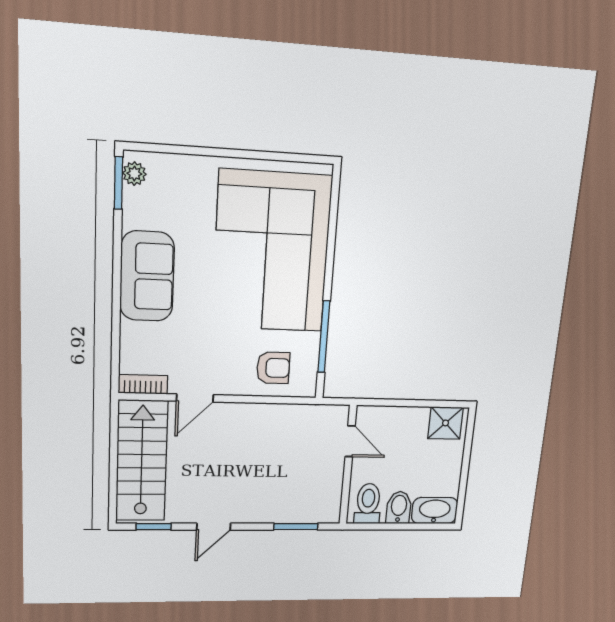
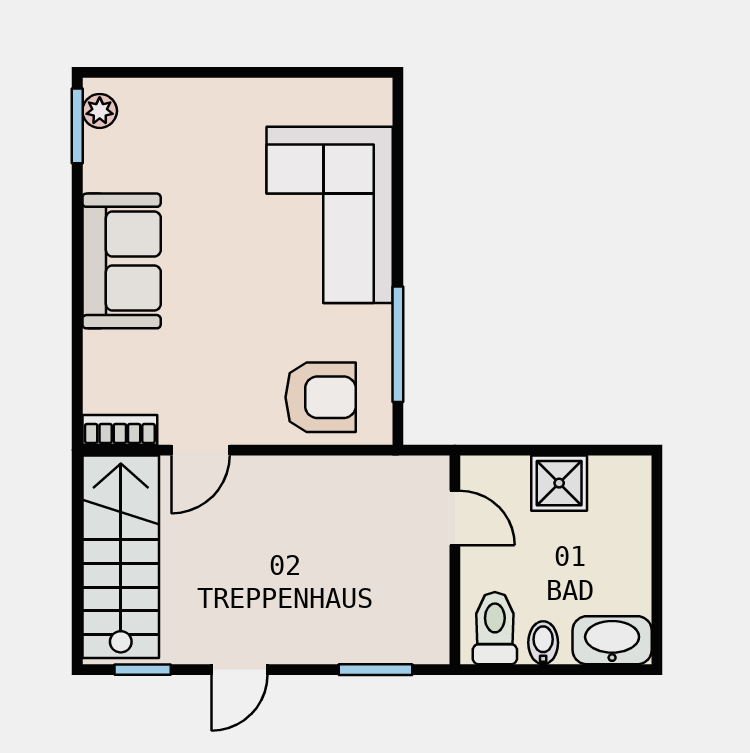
corner sofa: (272, 252) -> (330, 215), width x0.73, depth x0.74
armchair: (273, 368) -> (321, 397), width x1.38, depth x1.38
shower: (445, 423) -> (559, 483), moved
bidet: (399, 508) -> (543, 643), width x0.72, depth x0.74

